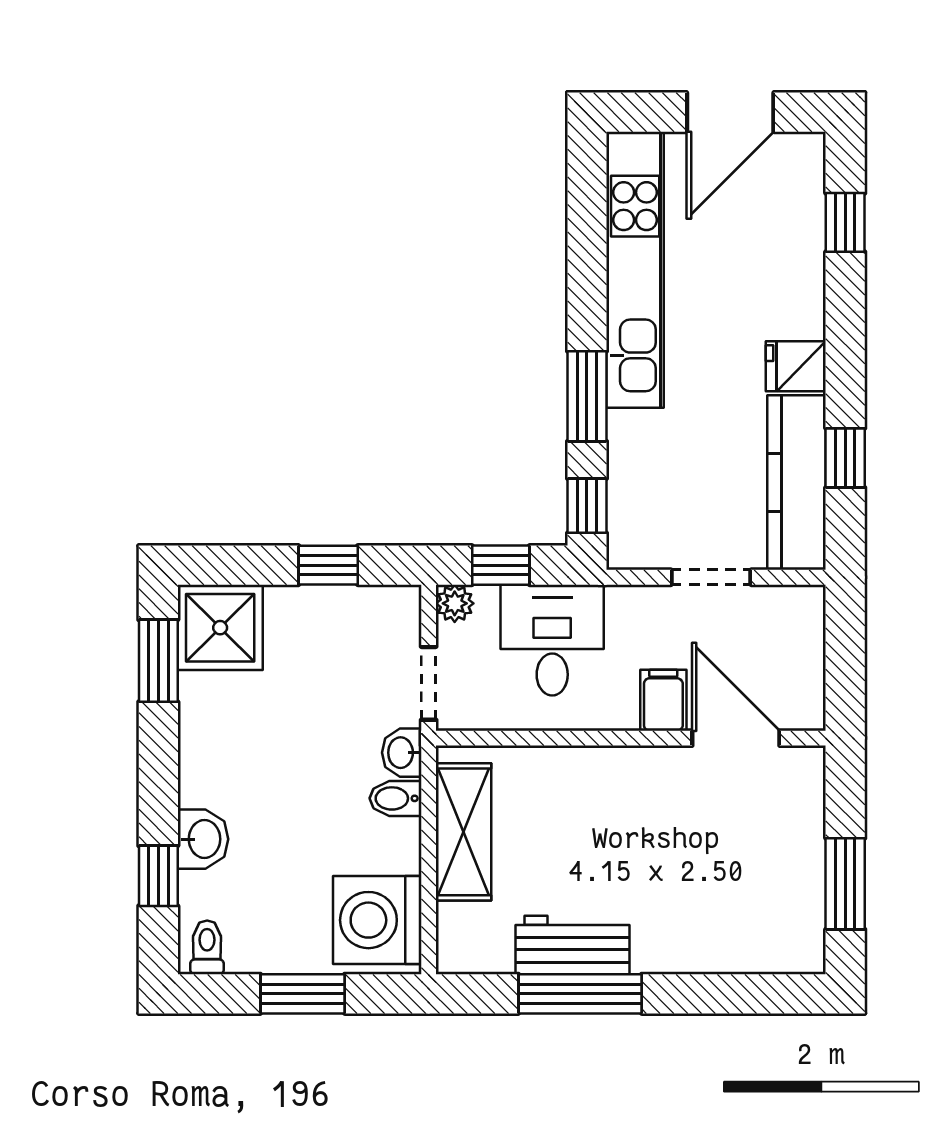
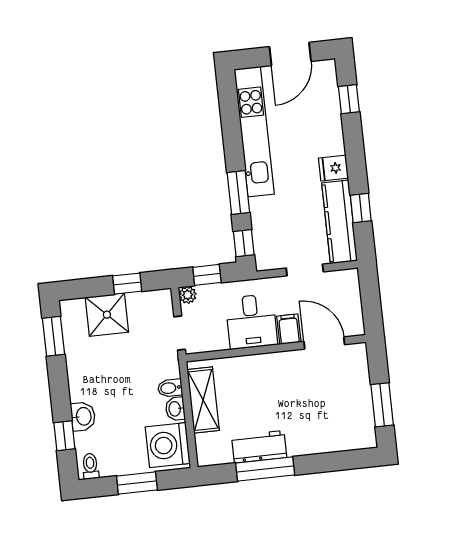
shower: (220, 628) -> (107, 315), moved
desk: (552, 640) -> (251, 322), moved, turned 180
washbasin: (402, 753) -> (175, 409), moved

